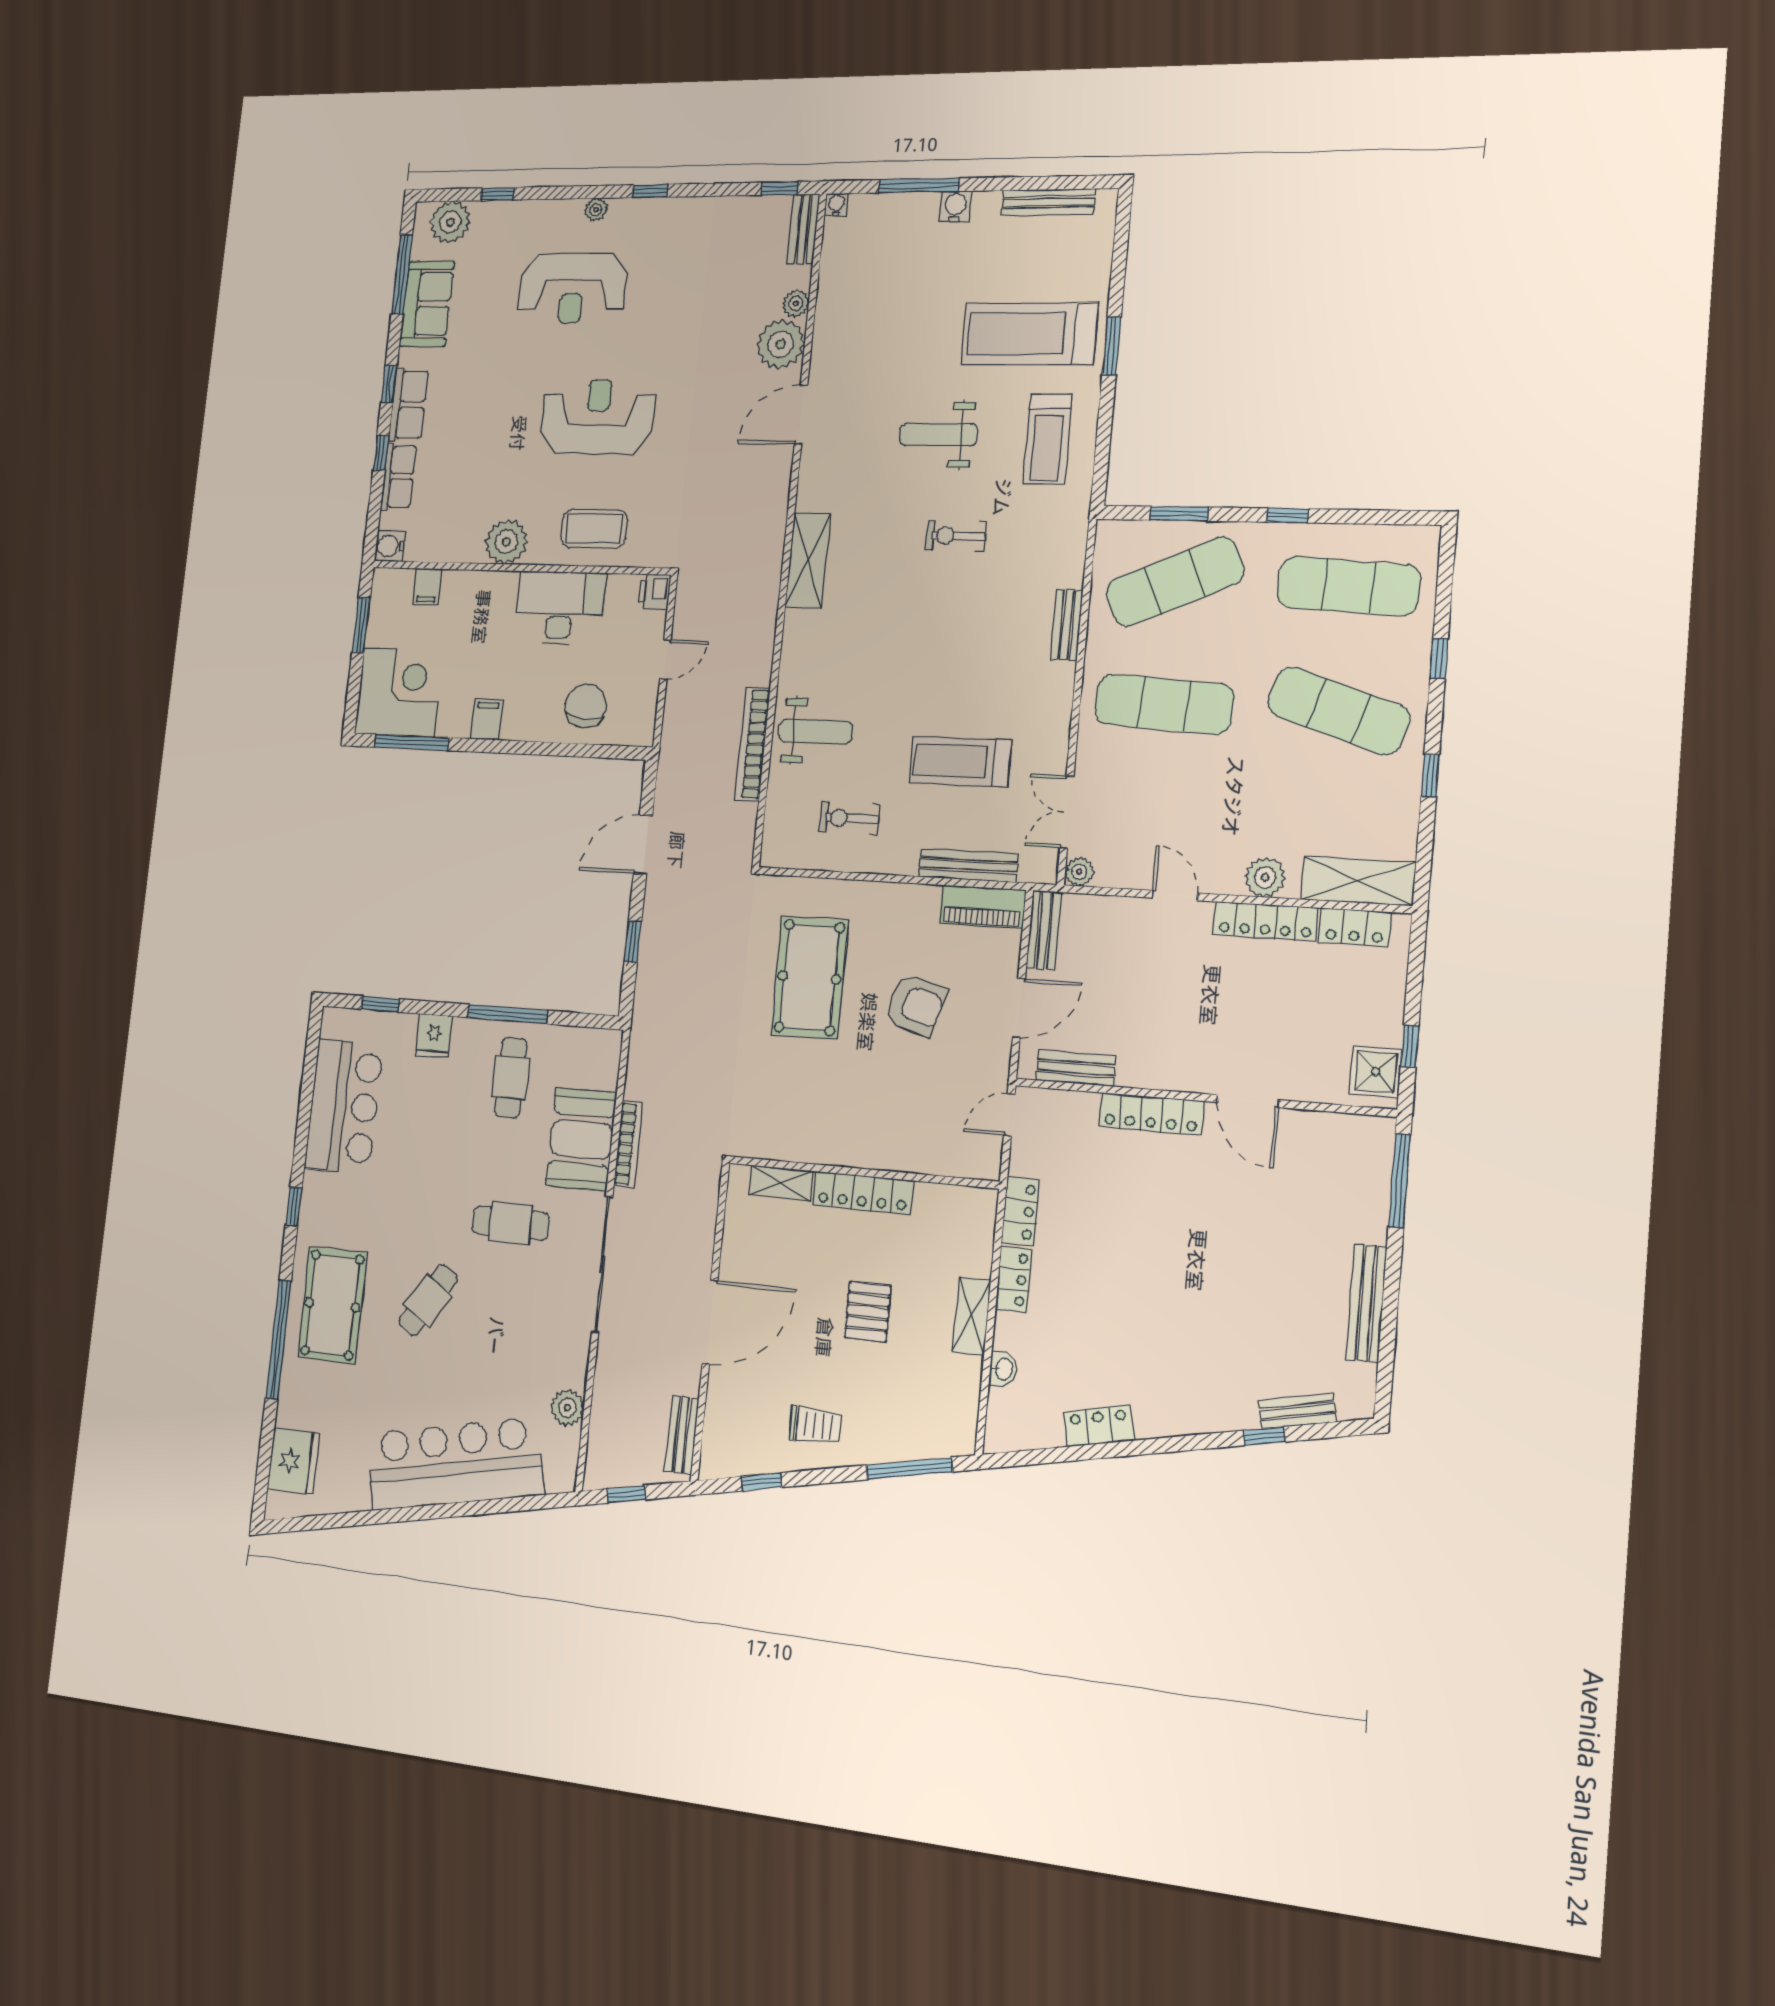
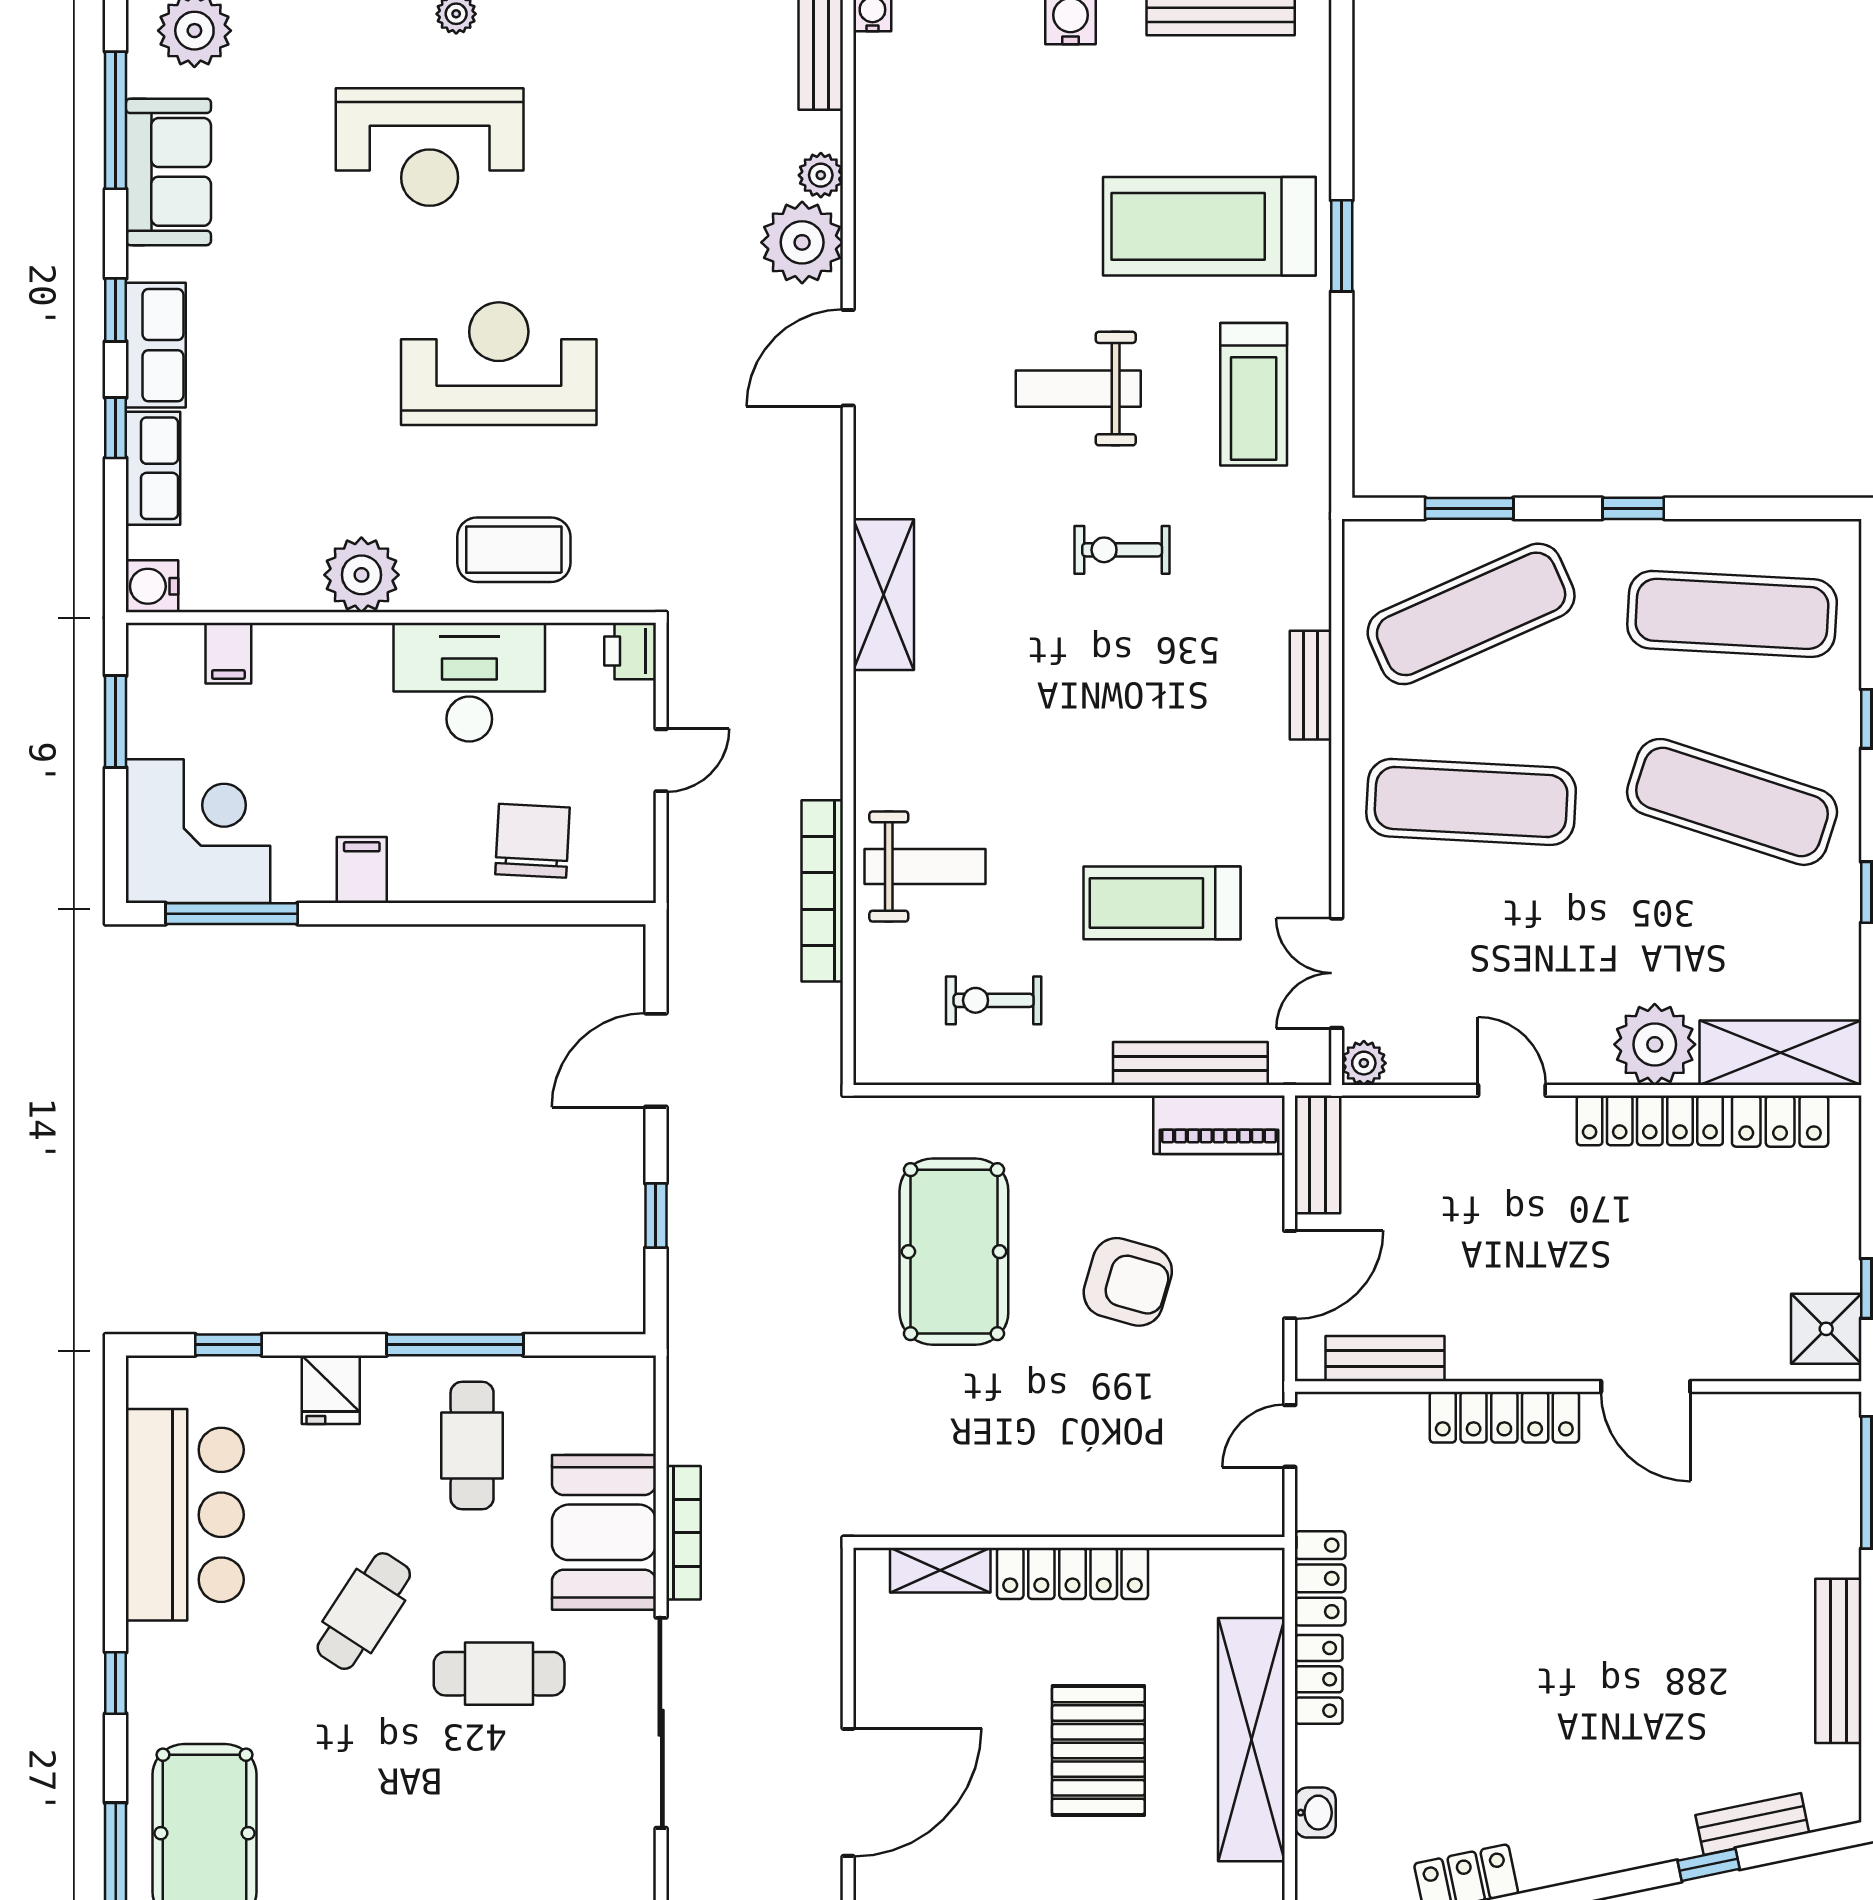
plant: (1265, 877) -> (1655, 1044), width x1.36, depth x1.36
cafe table: (428, 1300) -> (364, 1611), moved
pallet: (868, 1312) -> (1098, 1750), width x1.50, depth x1.42
shelving: (972, 1316) -> (1251, 1740), width x2.20, depth x1.33

